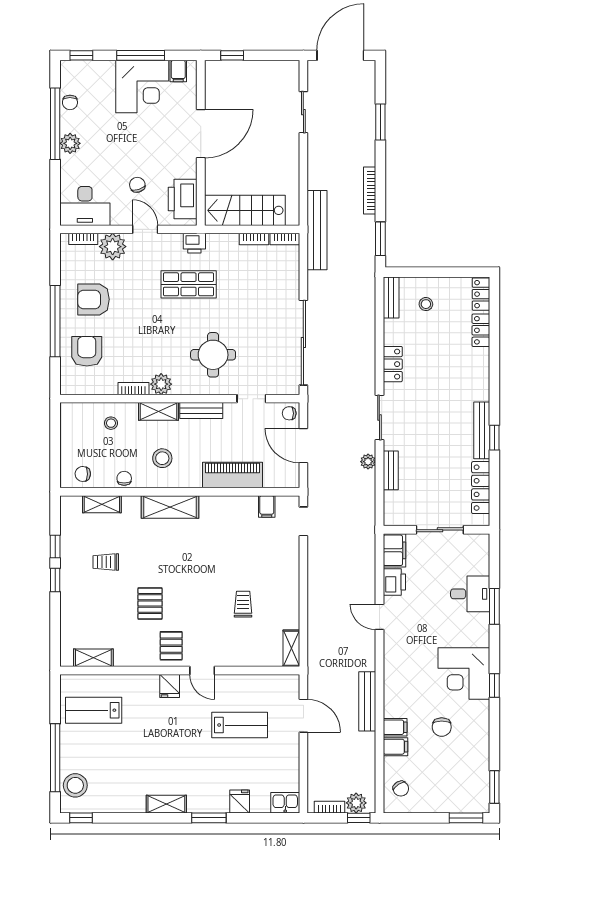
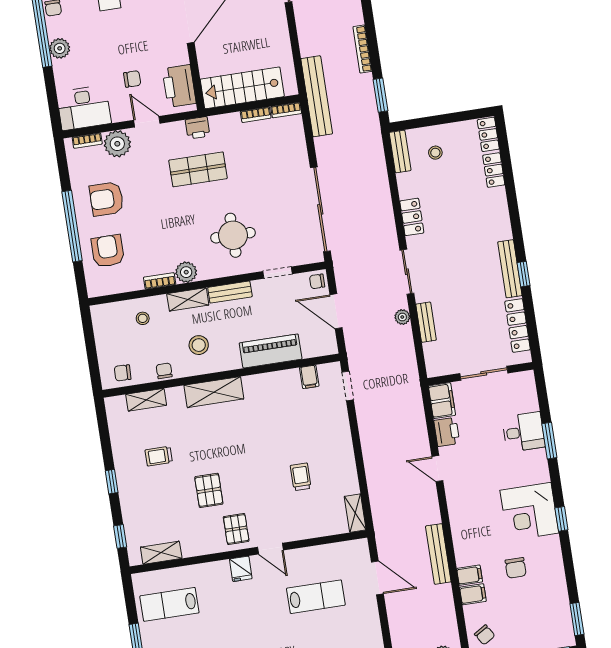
chair: (137, 185) -> (132, 79), turned 108
window: (55, 546) -> (120, 536), moved

